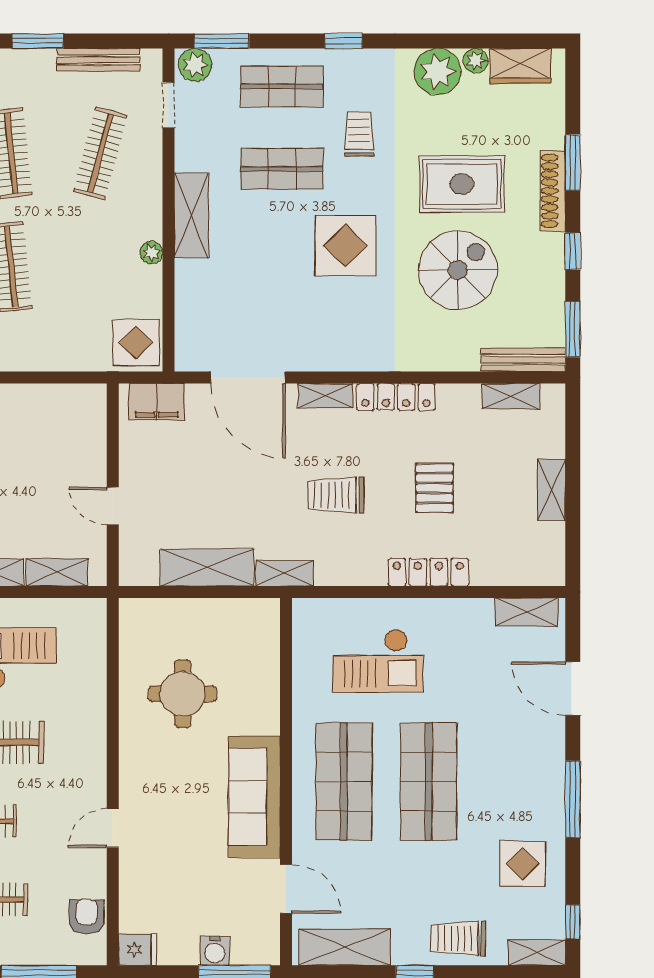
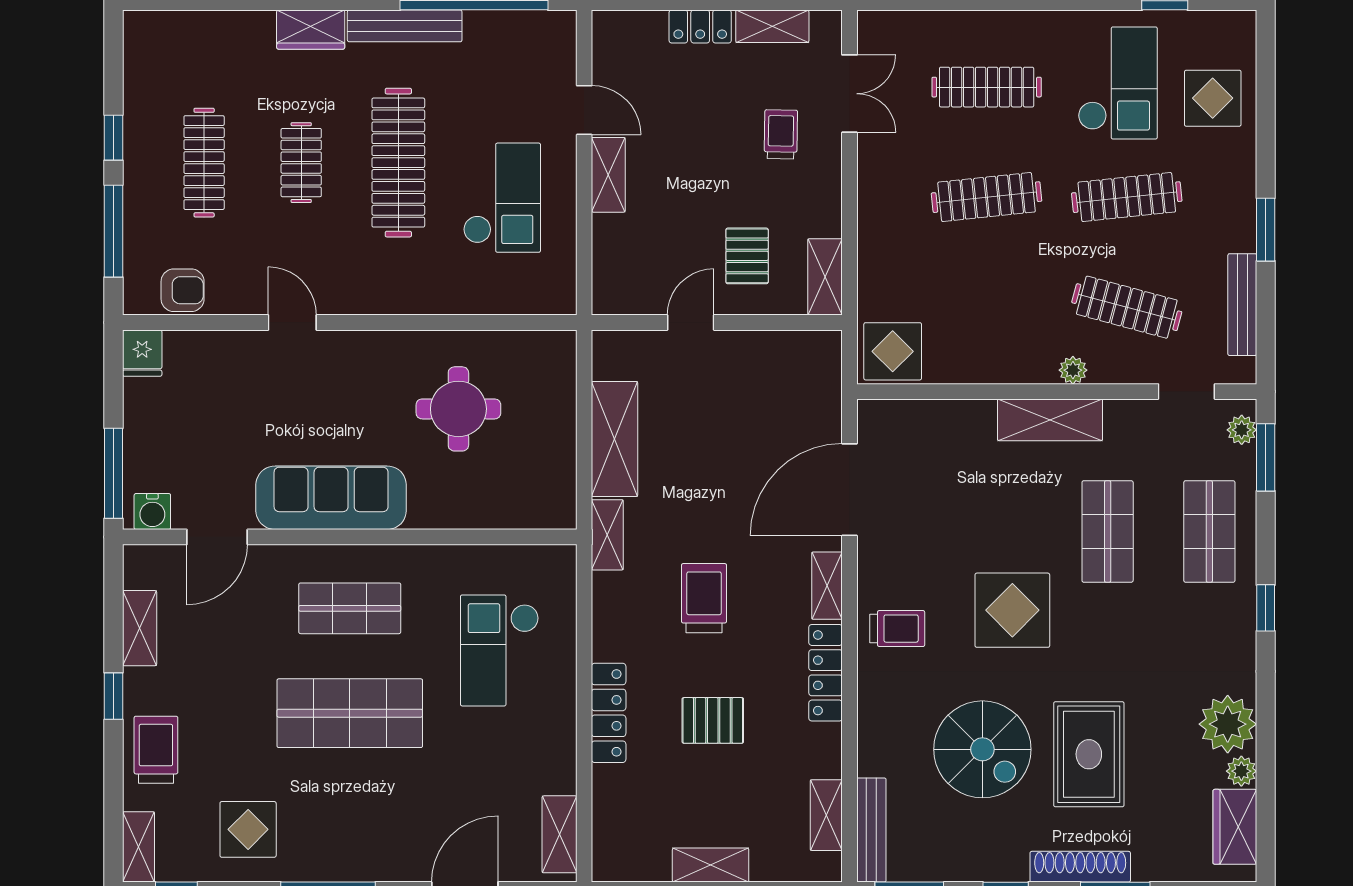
plant: (195, 65) -> (1242, 430), width x0.73, depth x0.73
trolley: (359, 134) -> (897, 629), moved
plant: (151, 253) -> (1073, 370), moved
filing cabinet: (157, 402) -> (819, 377), removed
pallet: (59, 460) -> (747, 256), added
shelving: (57, 572) -> (825, 277), moved
shop shelf: (344, 782) -> (350, 608), width x0.70, depth x0.74
shelving: (345, 947) -> (140, 628), width x0.67, depth x0.75
water cooler: (215, 951) -> (152, 512), moved, turned -90

